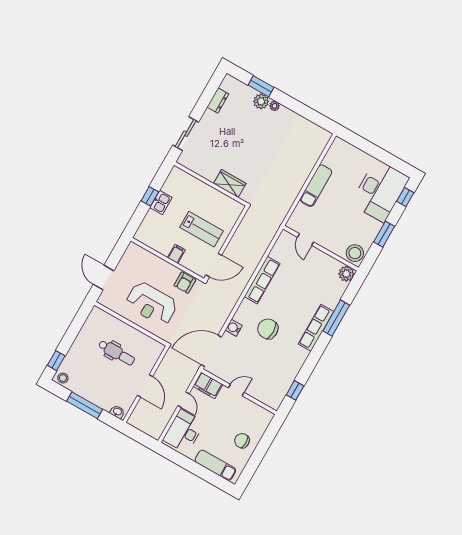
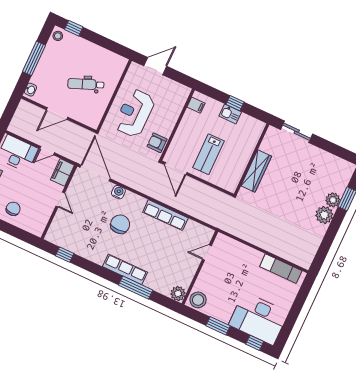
dresser: (218, 100) -> (330, 159), removed
plant: (274, 106) -> (324, 215), width x1.88, depth x1.88
wardrobe: (230, 183) -> (256, 171), width x1.50
exam couch: (316, 186) -> (281, 269), moved
filing cabinet: (176, 254) -> (196, 105), moved
dental chair: (117, 353) -> (86, 84), turned 68

